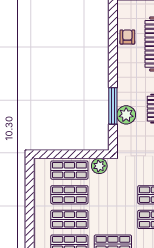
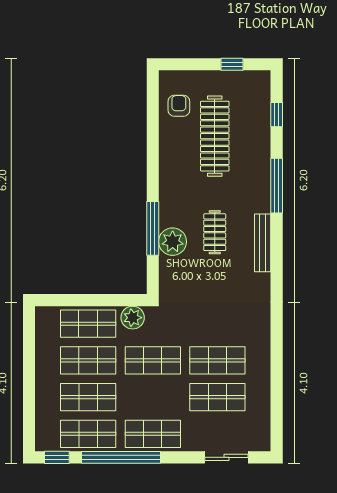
armchair: (127, 37) -> (179, 106), moved
shop shelf: (113, 195) -> (153, 360), added

